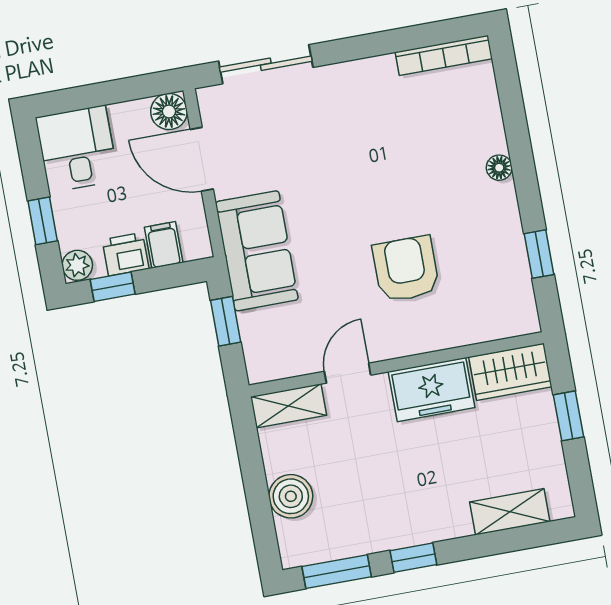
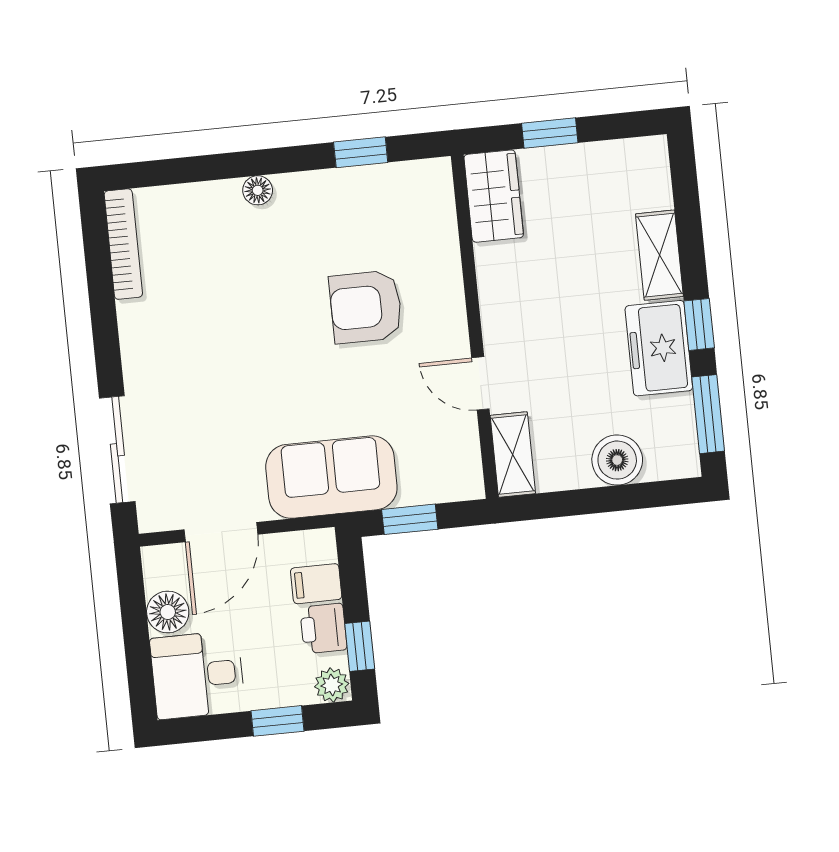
floor lamp: (169, 111) -> (168, 612), moved
freezer: (431, 390) -> (659, 348), moved, turned 180
shelving: (510, 512) -> (659, 255), moved

